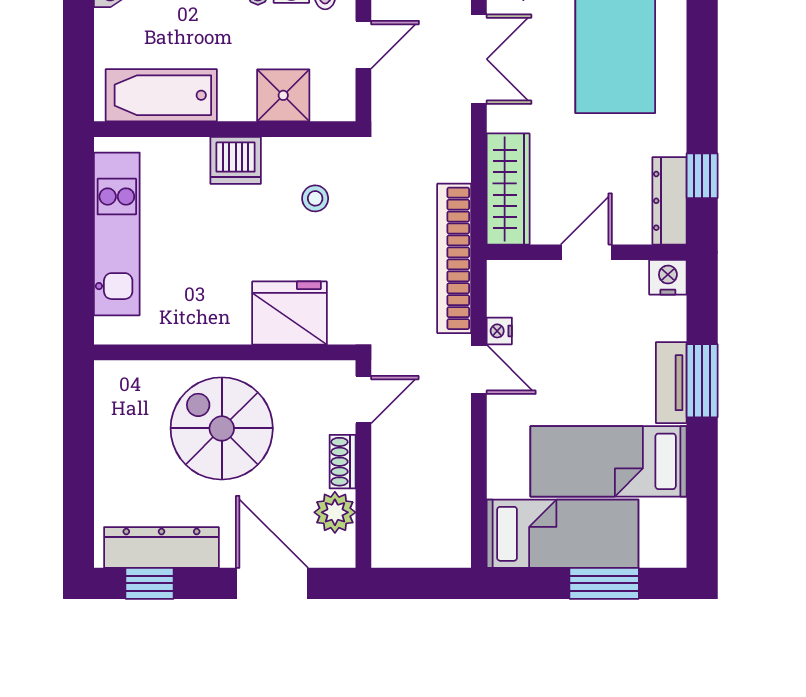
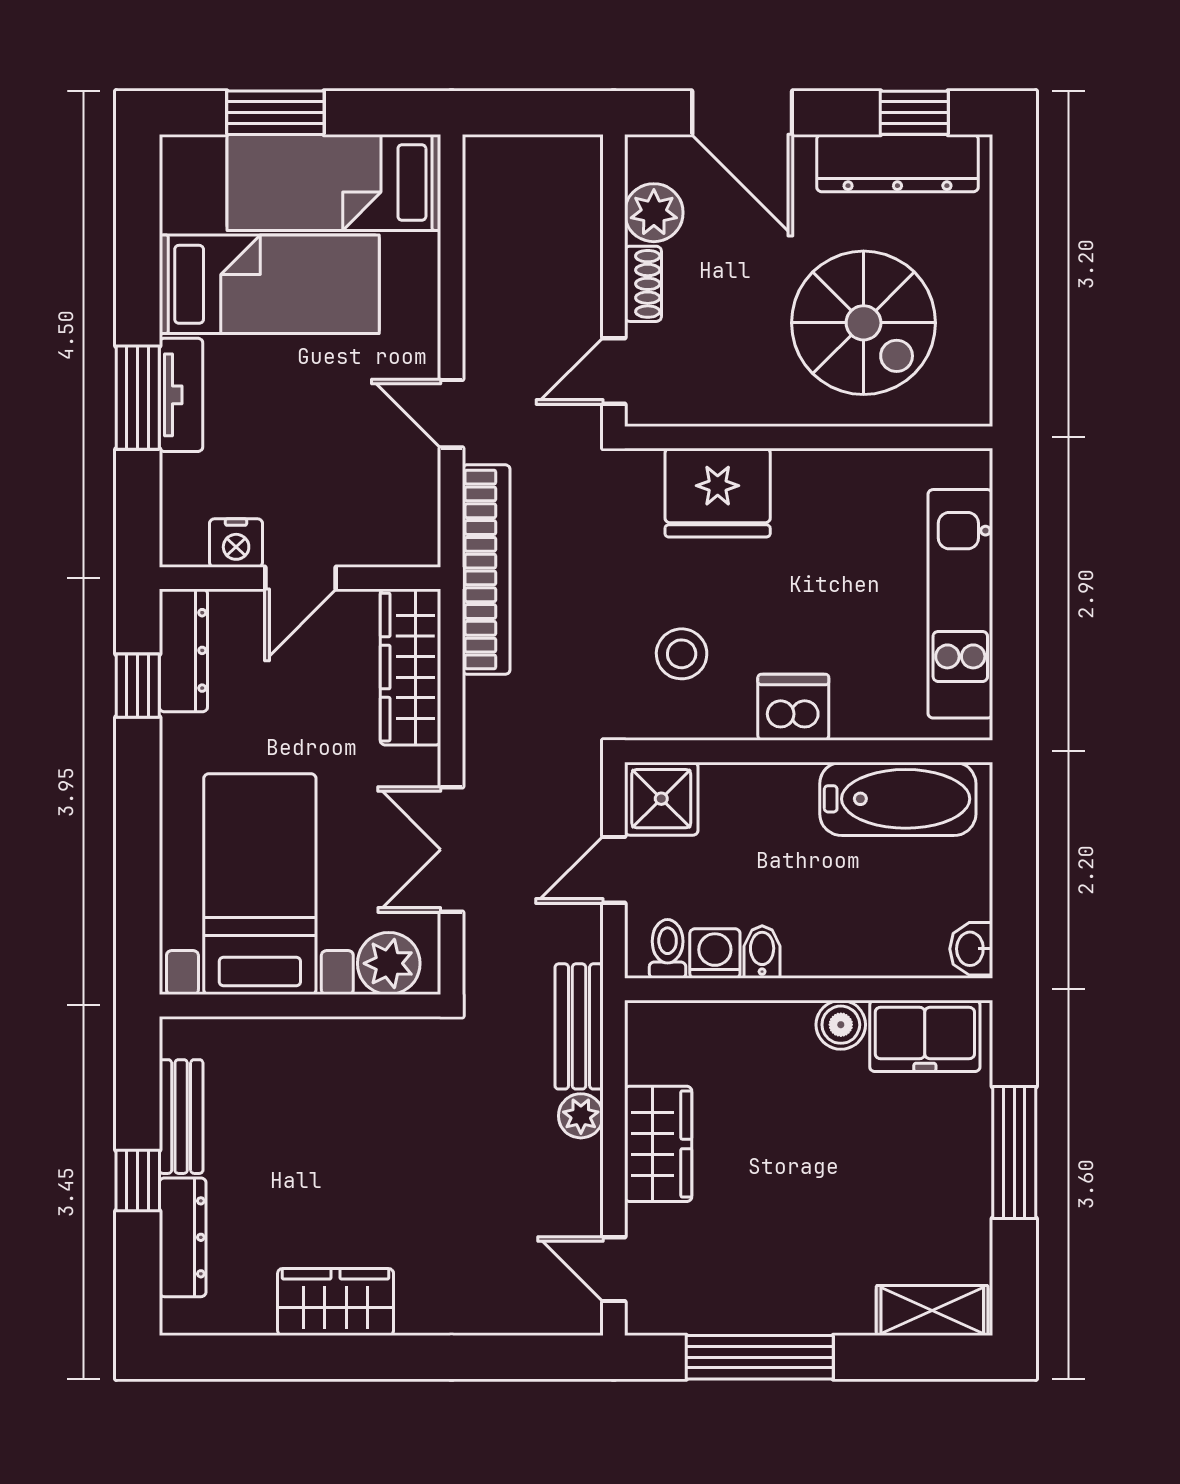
shower: (283, 95) -> (661, 799), moved
stool: (315, 198) -> (682, 654), width x1.37, depth x1.37
nightstand: (668, 277) -> (236, 543), moved
nightstand: (499, 331) -> (423, 468), removed
spiral stairs: (222, 428) -> (864, 323), moved

